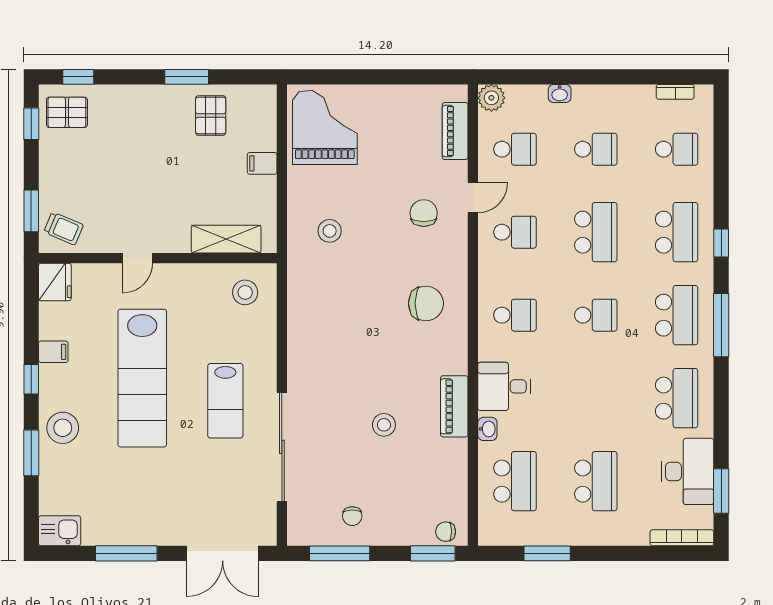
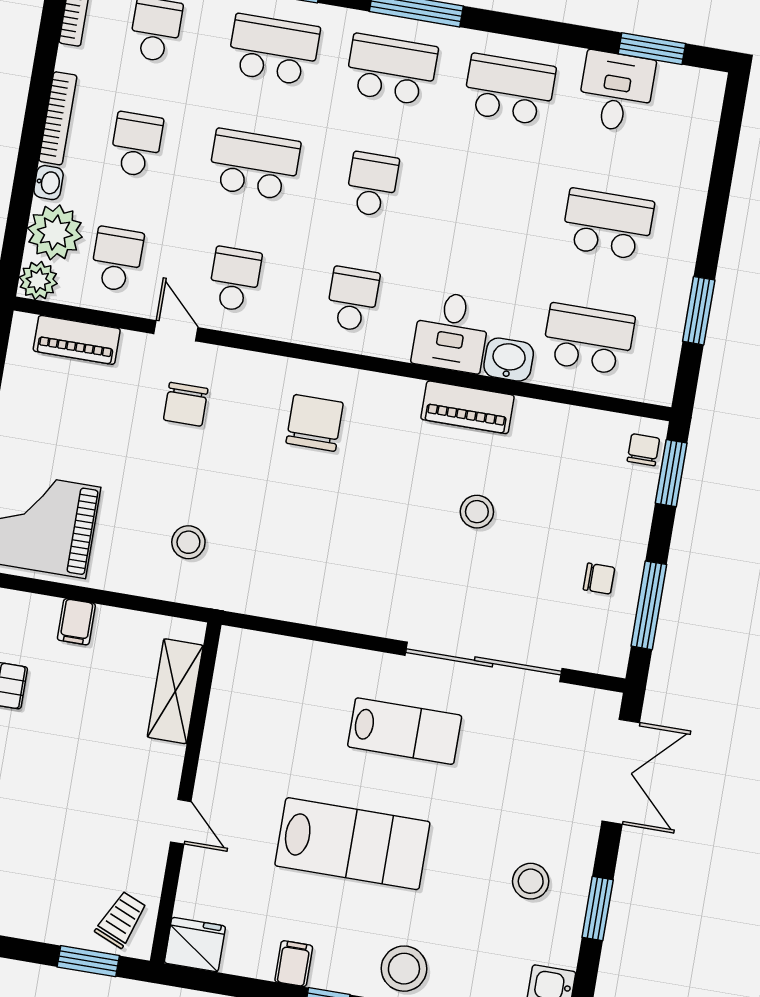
plant: (526, 104) -> (55, 232), added
chair: (424, 213) -> (186, 404), turned -90
stool: (245, 292) -> (531, 881), moved
lab bench: (142, 378) -> (352, 844), width x0.73
washbasin: (487, 429) -> (509, 360), width x1.38, depth x1.45
desk: (688, 471) -> (616, 92), width x0.73
chair: (446, 532) -> (643, 450), turned 180
bookcase: (682, 538) -> (58, 118), moved, turned 180
window: (126, 553) -> (598, 909), width x0.69

